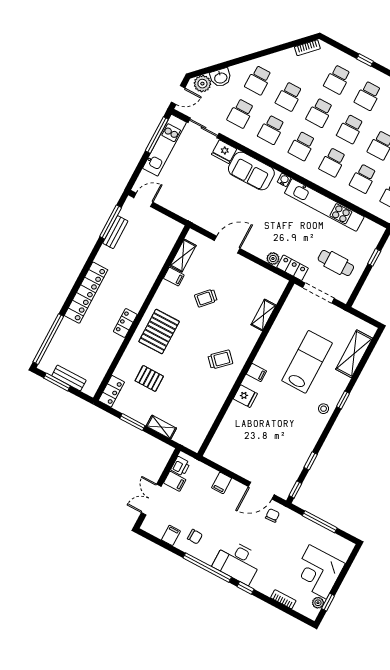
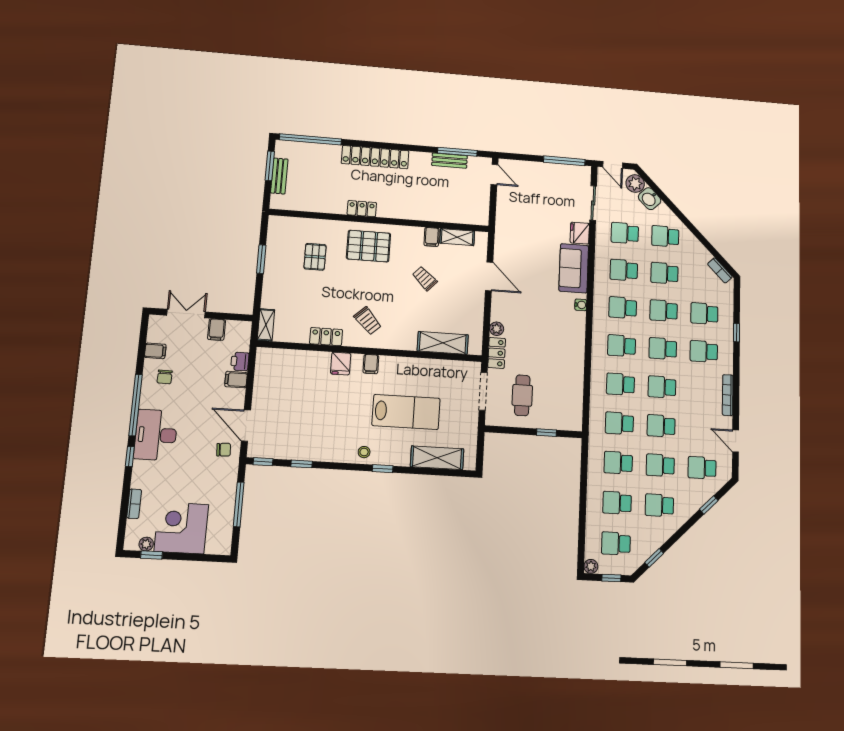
kitchen unit: (165, 145) -> (558, 172), removed
kitchen unit: (324, 205) -> (575, 357), removed
shelving: (263, 315) -> (443, 343), width x1.50, depth x1.33
locker: (111, 391) -> (326, 337), moved, turned 180
shelving: (161, 427) -> (266, 325), moved
printer: (180, 466) -> (240, 361), moved, turned 90

